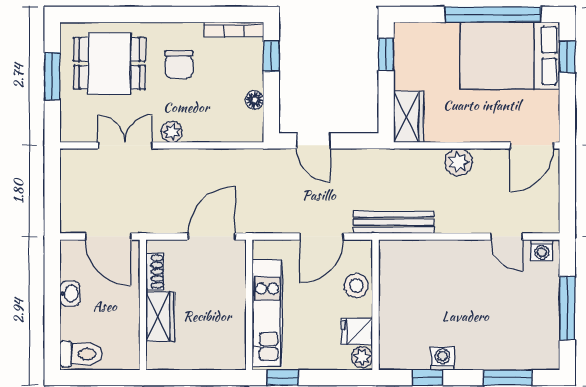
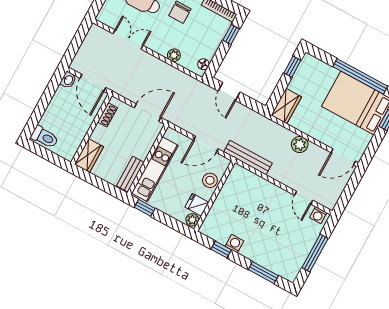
floor lamp: (255, 100) -> (203, 64), moved
plant: (172, 132) -> (174, 55), moved
washbasin: (70, 294) -> (68, 80), moved
wardrobe: (160, 317) -> (89, 155), moved
bench: (235, 340) -> (130, 174), added

